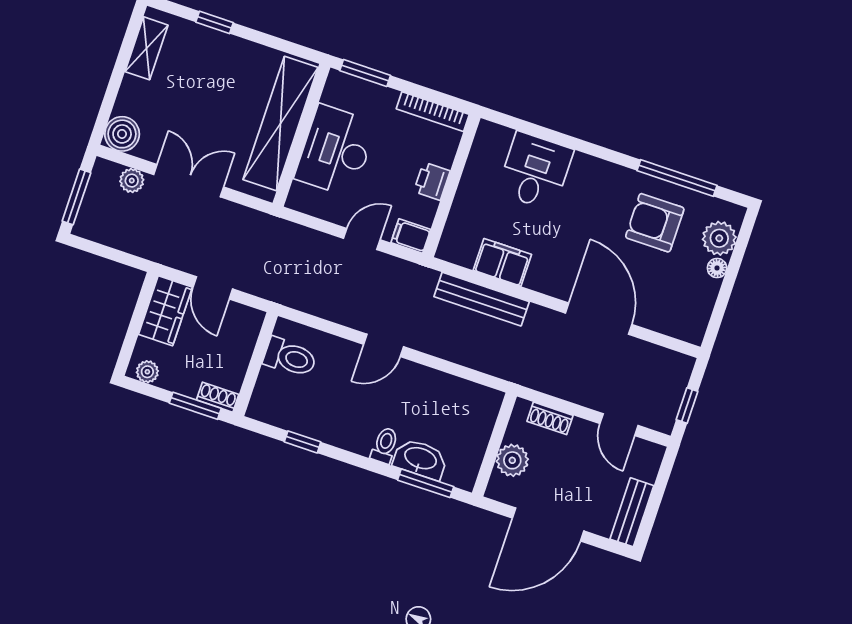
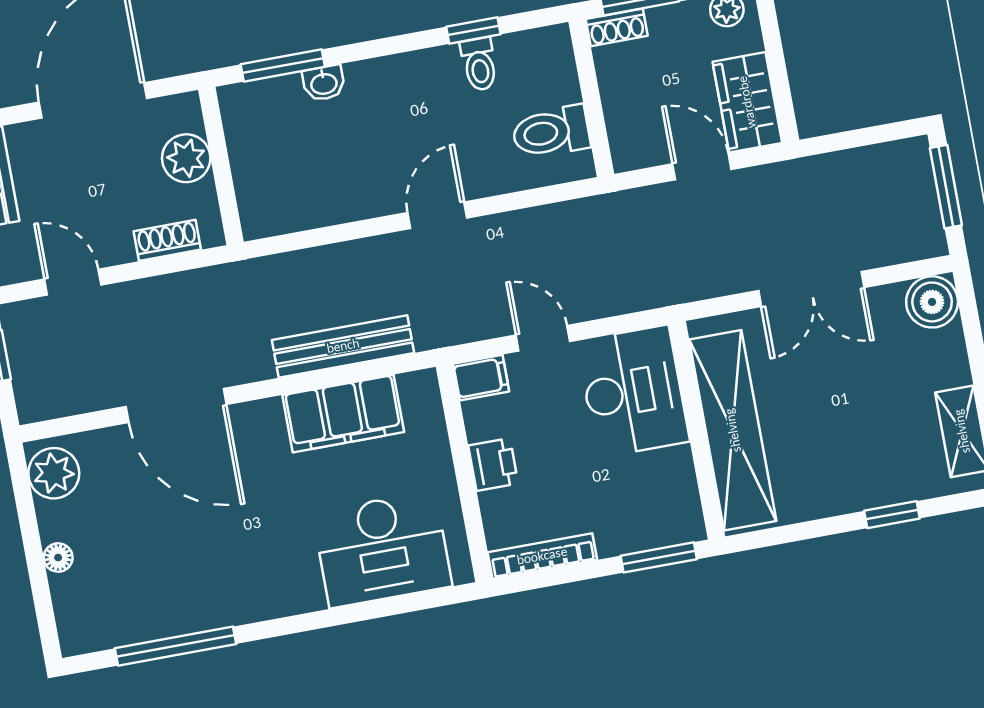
desk: (336, 151) -> (633, 391), moved
desk: (535, 171) -> (382, 549), width x1.37
plant: (132, 181) -> (886, 248), removed
armchair: (655, 223) -> (172, 572), removed
plant: (719, 238) -> (54, 473), moved
door: (362, 239) -> (543, 338), swing flipped
filing cabinet: (502, 262) -> (343, 414), width x1.50, depth x1.17
toilet: (385, 445) -> (479, 64), moved
washbasin: (420, 459) -> (324, 83), width x0.52, depth x0.69

